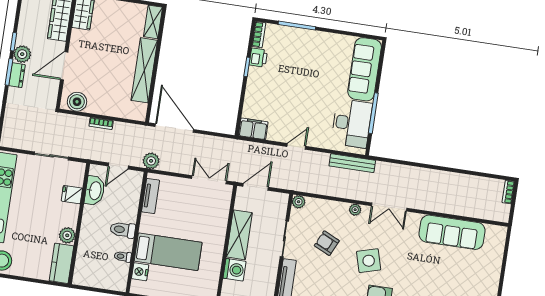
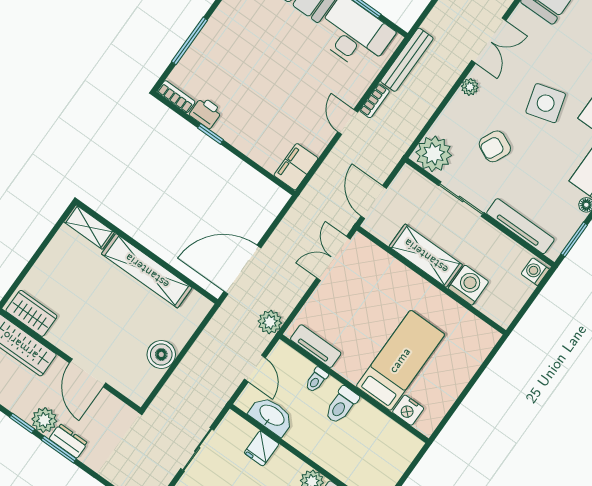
boiler: (77, 102) -> (161, 354), moved
bookcase: (101, 123) -> (375, 101), moved
plant: (299, 202) -> (434, 154), width x1.87, depth x1.87
toilet: (123, 257) -> (316, 380), moved

